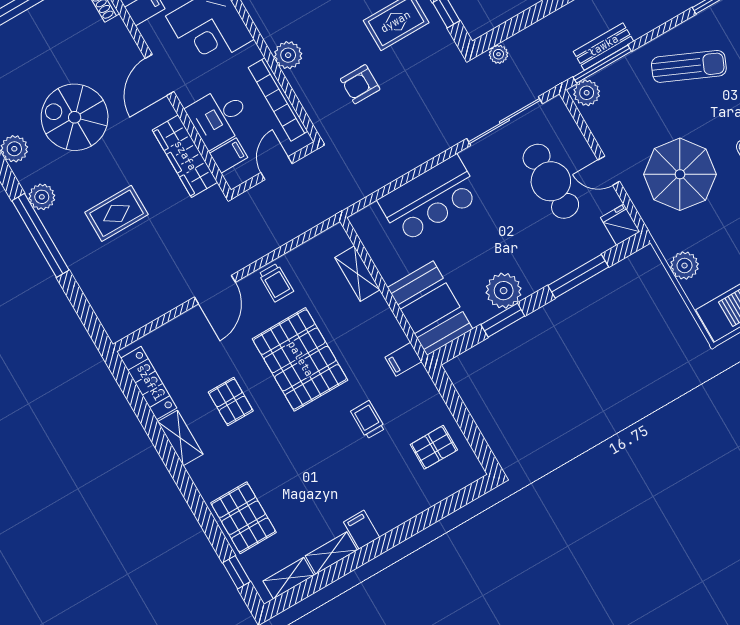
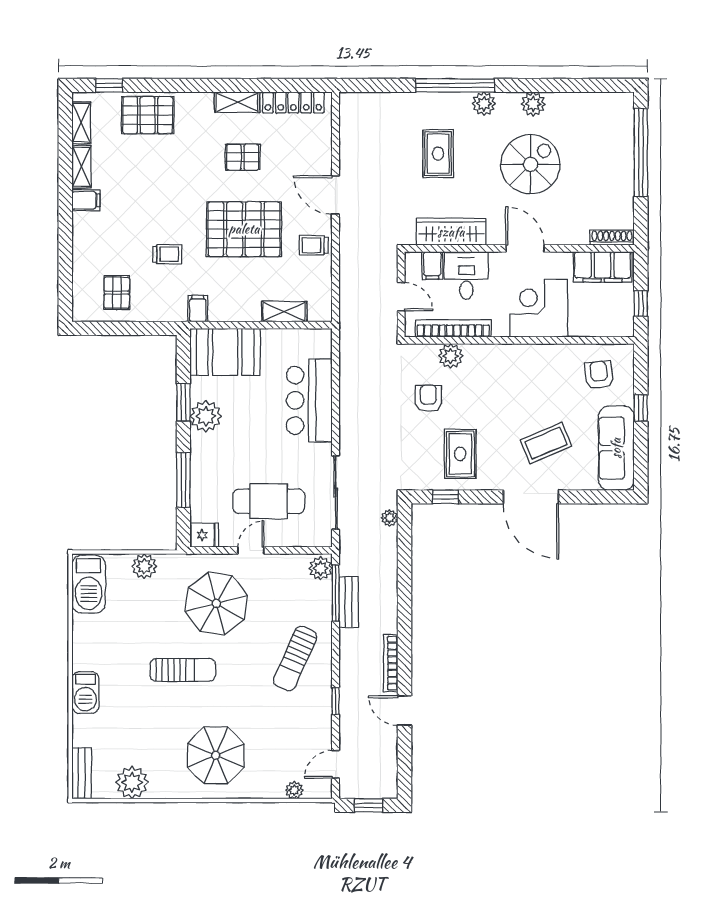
plant: (288, 55) -> (451, 356), moved

